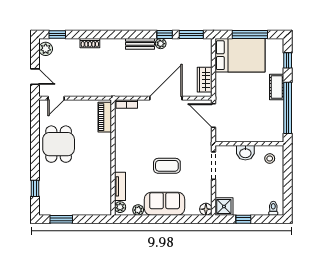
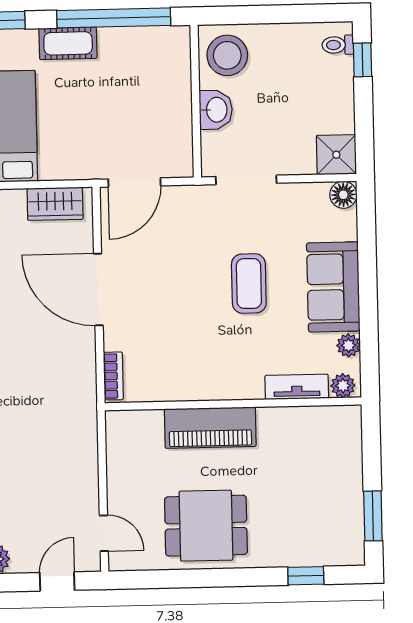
piano: (105, 117) -> (210, 428), moved, width x1.37, depth x1.33
stool: (270, 158) -> (227, 55), width x1.89, depth x1.89
window: (243, 219) -> (363, 60), moved

